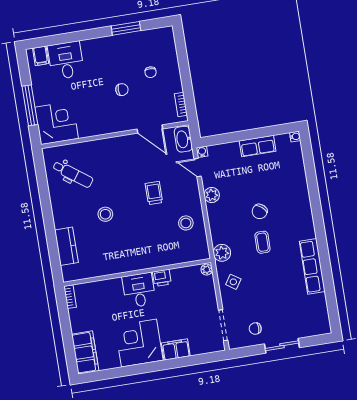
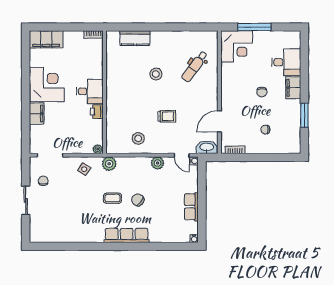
filing cabinet: (41, 56) -> (293, 88), moved, width x2.00
chair: (122, 90) -> (262, 92), moved
door: (198, 168) -> (182, 155), swing flipped
dental chair: (73, 174) -> (195, 66), moved
row of seats: (312, 266) -> (127, 235), moved

